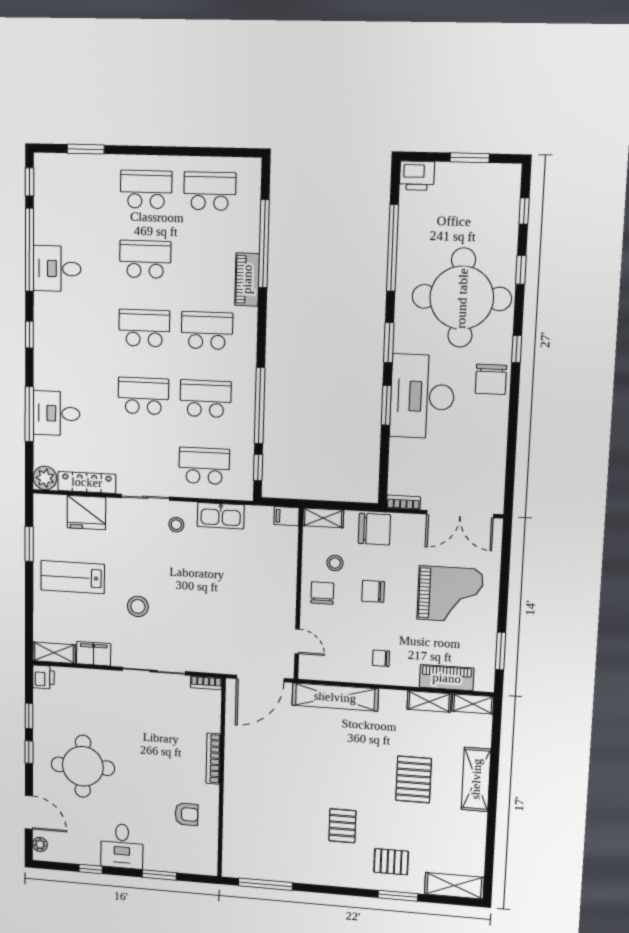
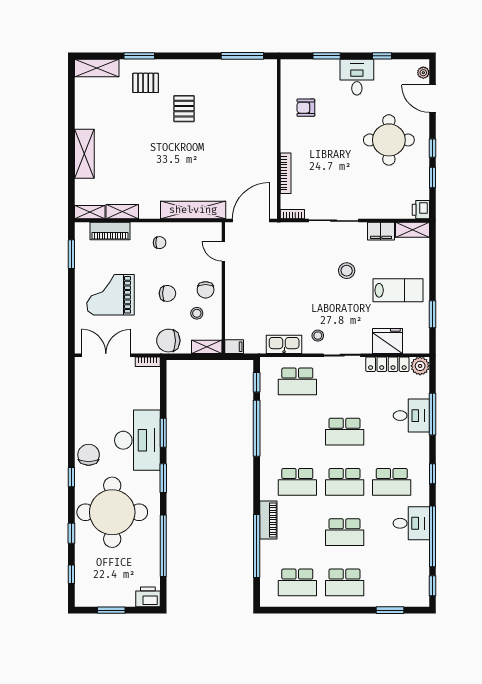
school desk: (206, 399) -> (392, 482), moved
bookcase: (213, 759) -> (286, 173), moved
pallet: (414, 779) -> (131, 150), removed

